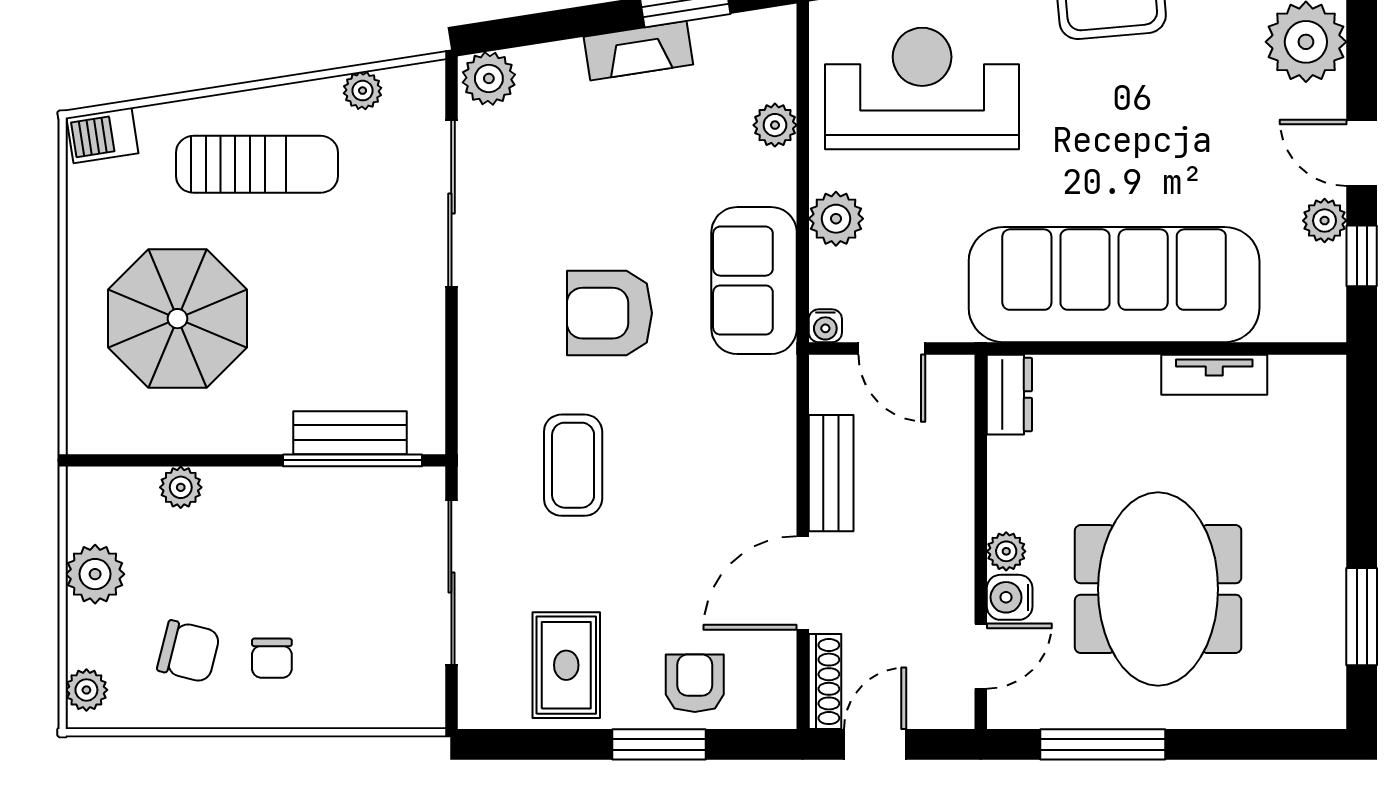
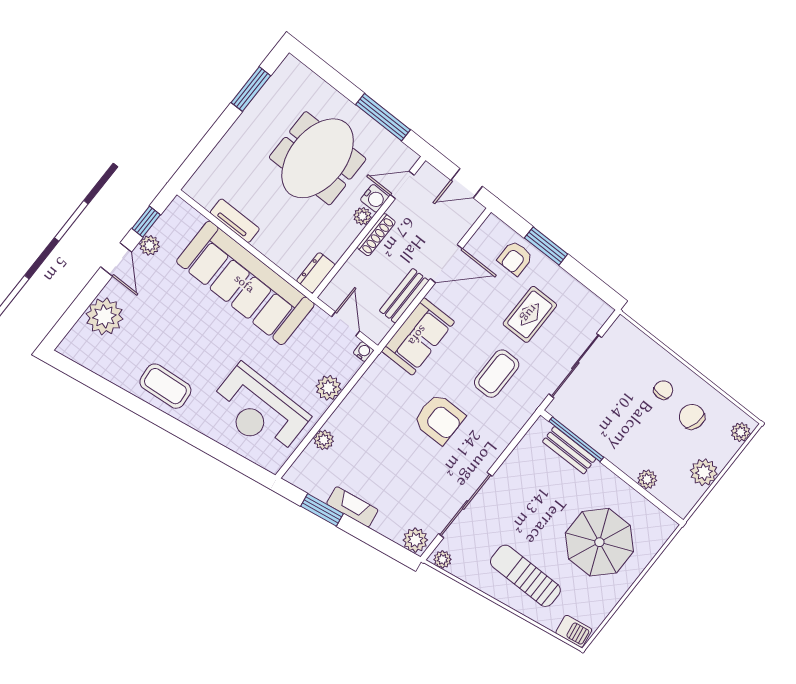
plant: (363, 91) -> (442, 559), moved
sofa: (754, 281) -> (418, 336), moved
rug: (566, 665) -> (530, 314), moved
shoe rack: (825, 682) -> (376, 235), moved, turned 180

